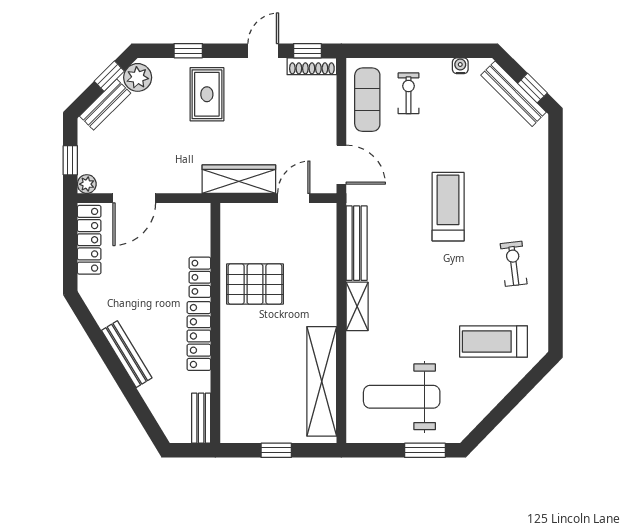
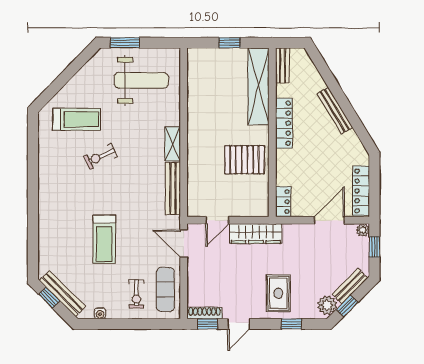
treadmill: (448, 207) -> (104, 239), moved
exercise bike: (514, 264) -> (101, 156), moved, turned 72
locker: (200, 277) -> (283, 202), moved
shelving: (322, 381) -> (258, 86), moved

